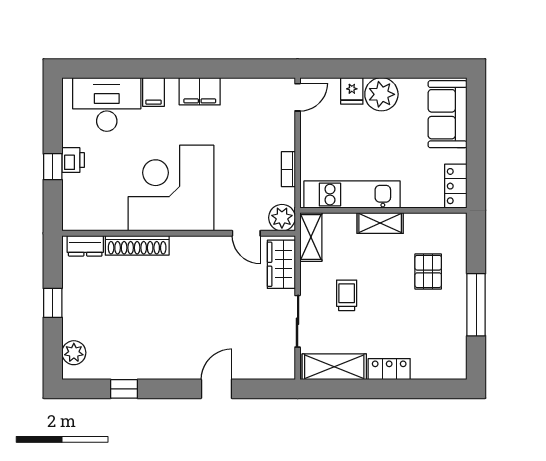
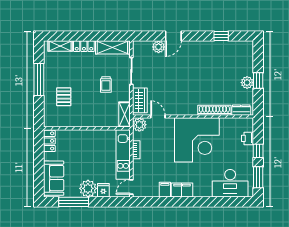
window: (409, 68) -> (74, 202), added
filing cabinet: (154, 92) -> (165, 190), moved
window: (53, 116) -> (258, 177), added
printer: (73, 160) -> (248, 138), moved
kitchen unit: (352, 195) -> (123, 154), moved, turned 90
shelving: (380, 223) -> (60, 46), moved
plant: (74, 353) -> (247, 83), moved
plant: (245, 368) -> (159, 47), added

